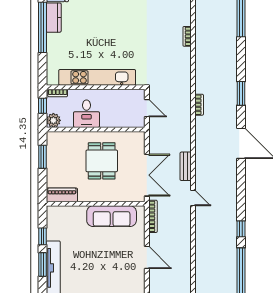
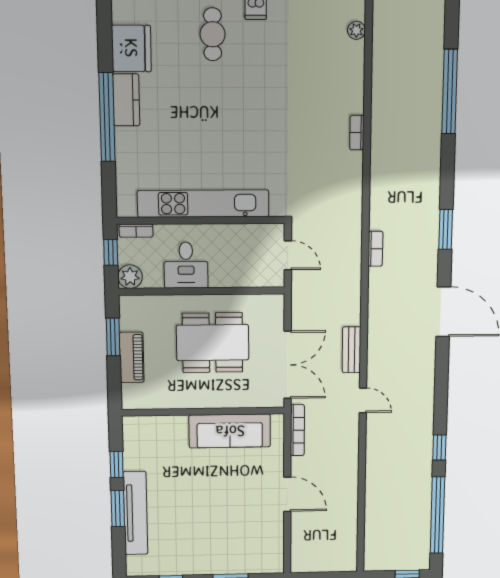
dining table: (102, 161) -> (213, 343), width x1.38
piano: (62, 195) -> (132, 357), moved, turned 90

